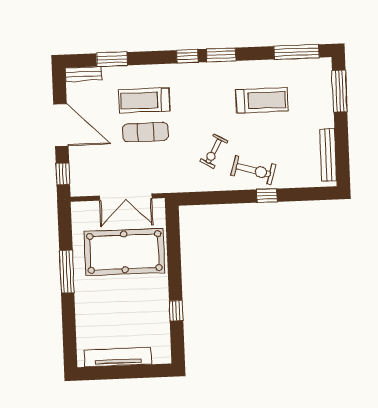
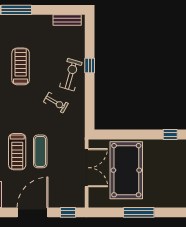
bench: (328, 155) -> (67, 20), width x0.73

